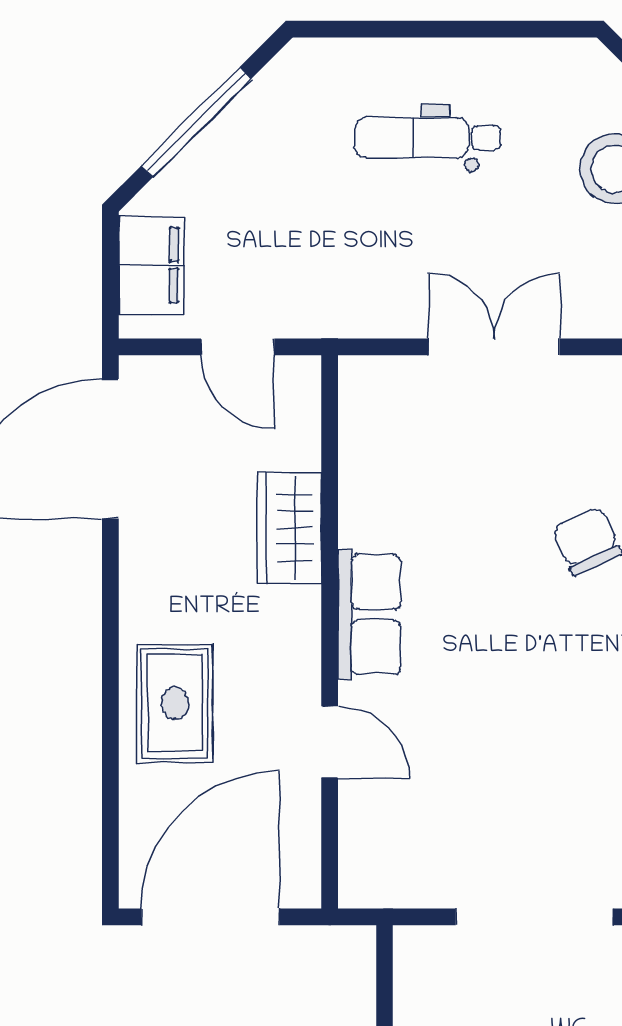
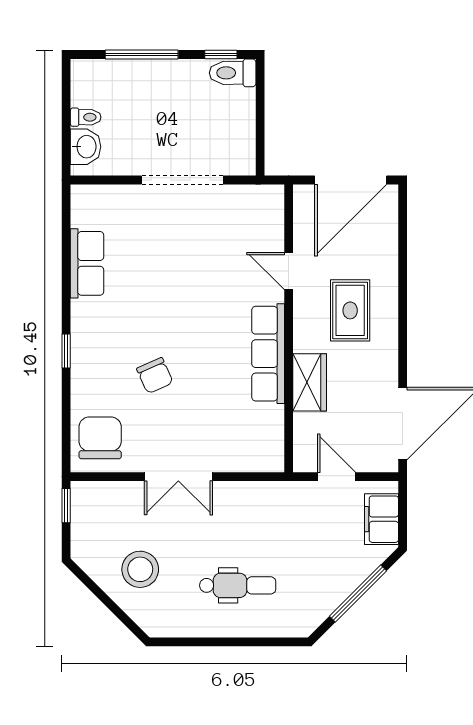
double door: (494, 347) -> (178, 477), moved
row of seats: (369, 614) -> (268, 354), width x1.48
rug: (175, 703) -> (350, 310), moved

